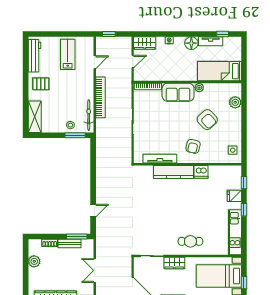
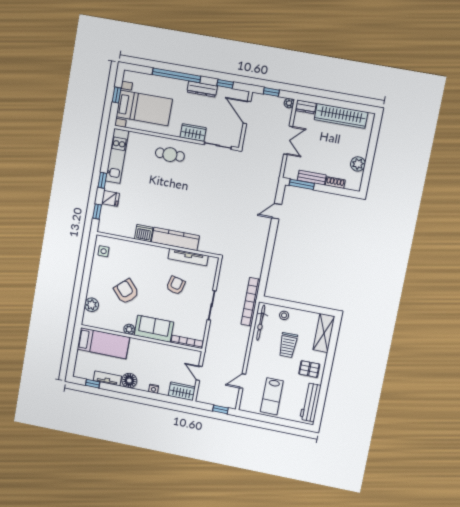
door: (133, 62) -> (199, 373), hinge flipped
bookcase: (100, 97) -> (251, 302), moved
trolley: (62, 101) -> (288, 345), added
window: (75, 135) -> (281, 303), removed
armchair: (193, 146) -> (176, 285), moved

